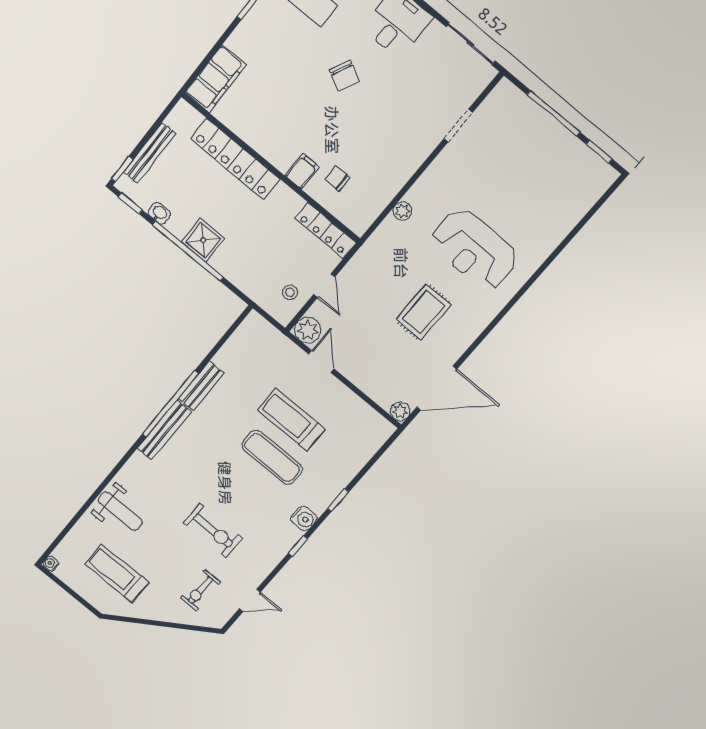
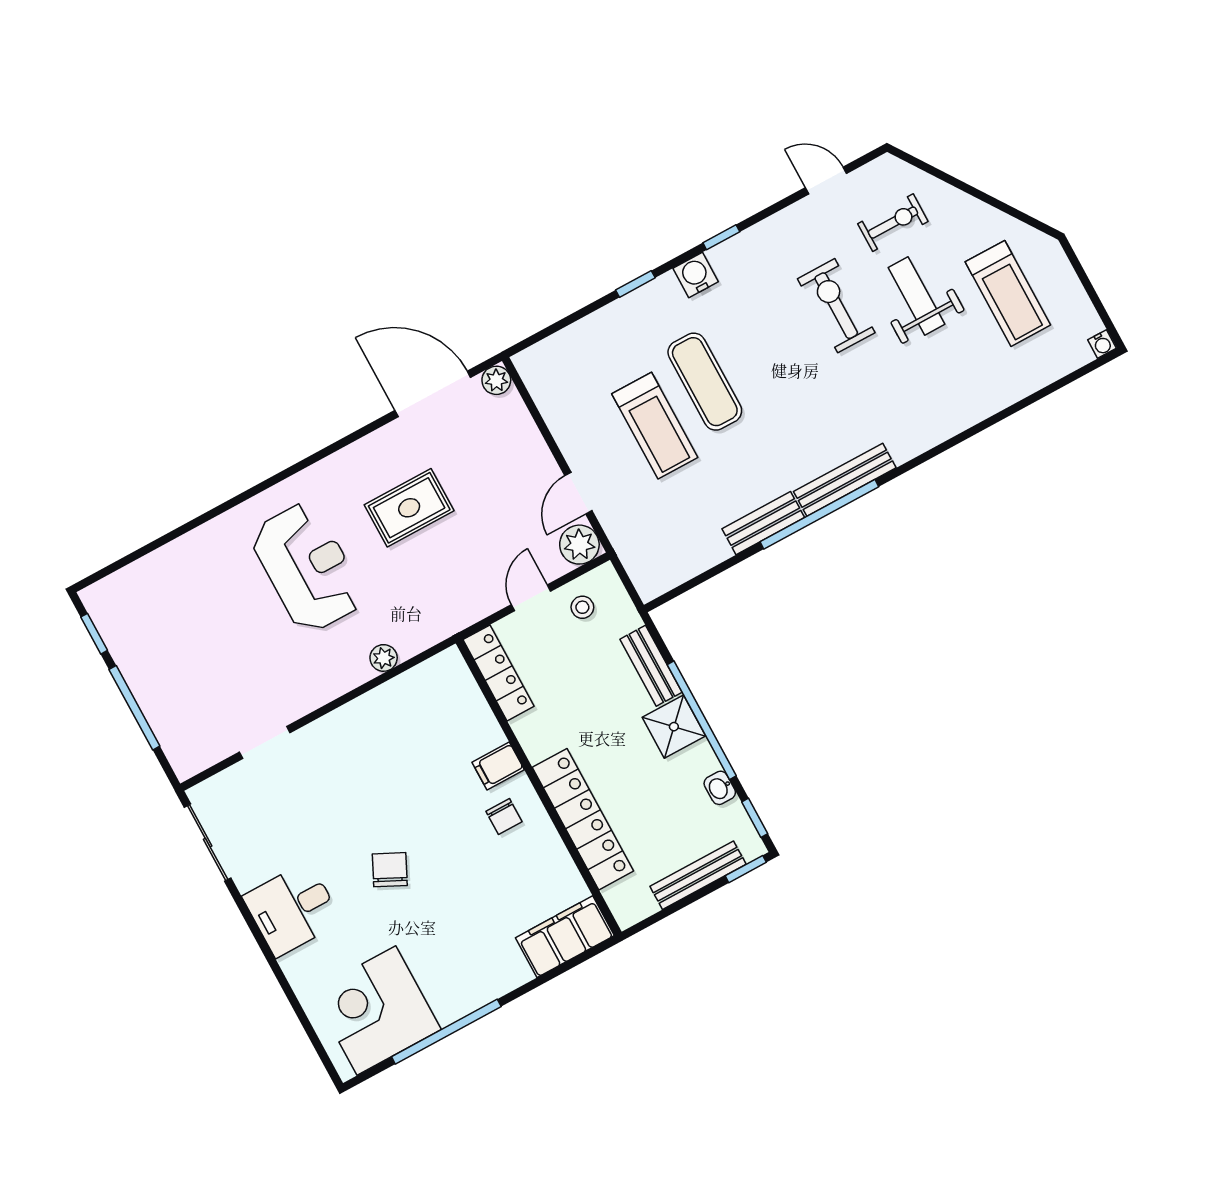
chair: (338, 179) -> (504, 817), moved
bench: (233, 272) -> (651, 666), added
weight bench: (120, 511) -> (916, 296), moved

